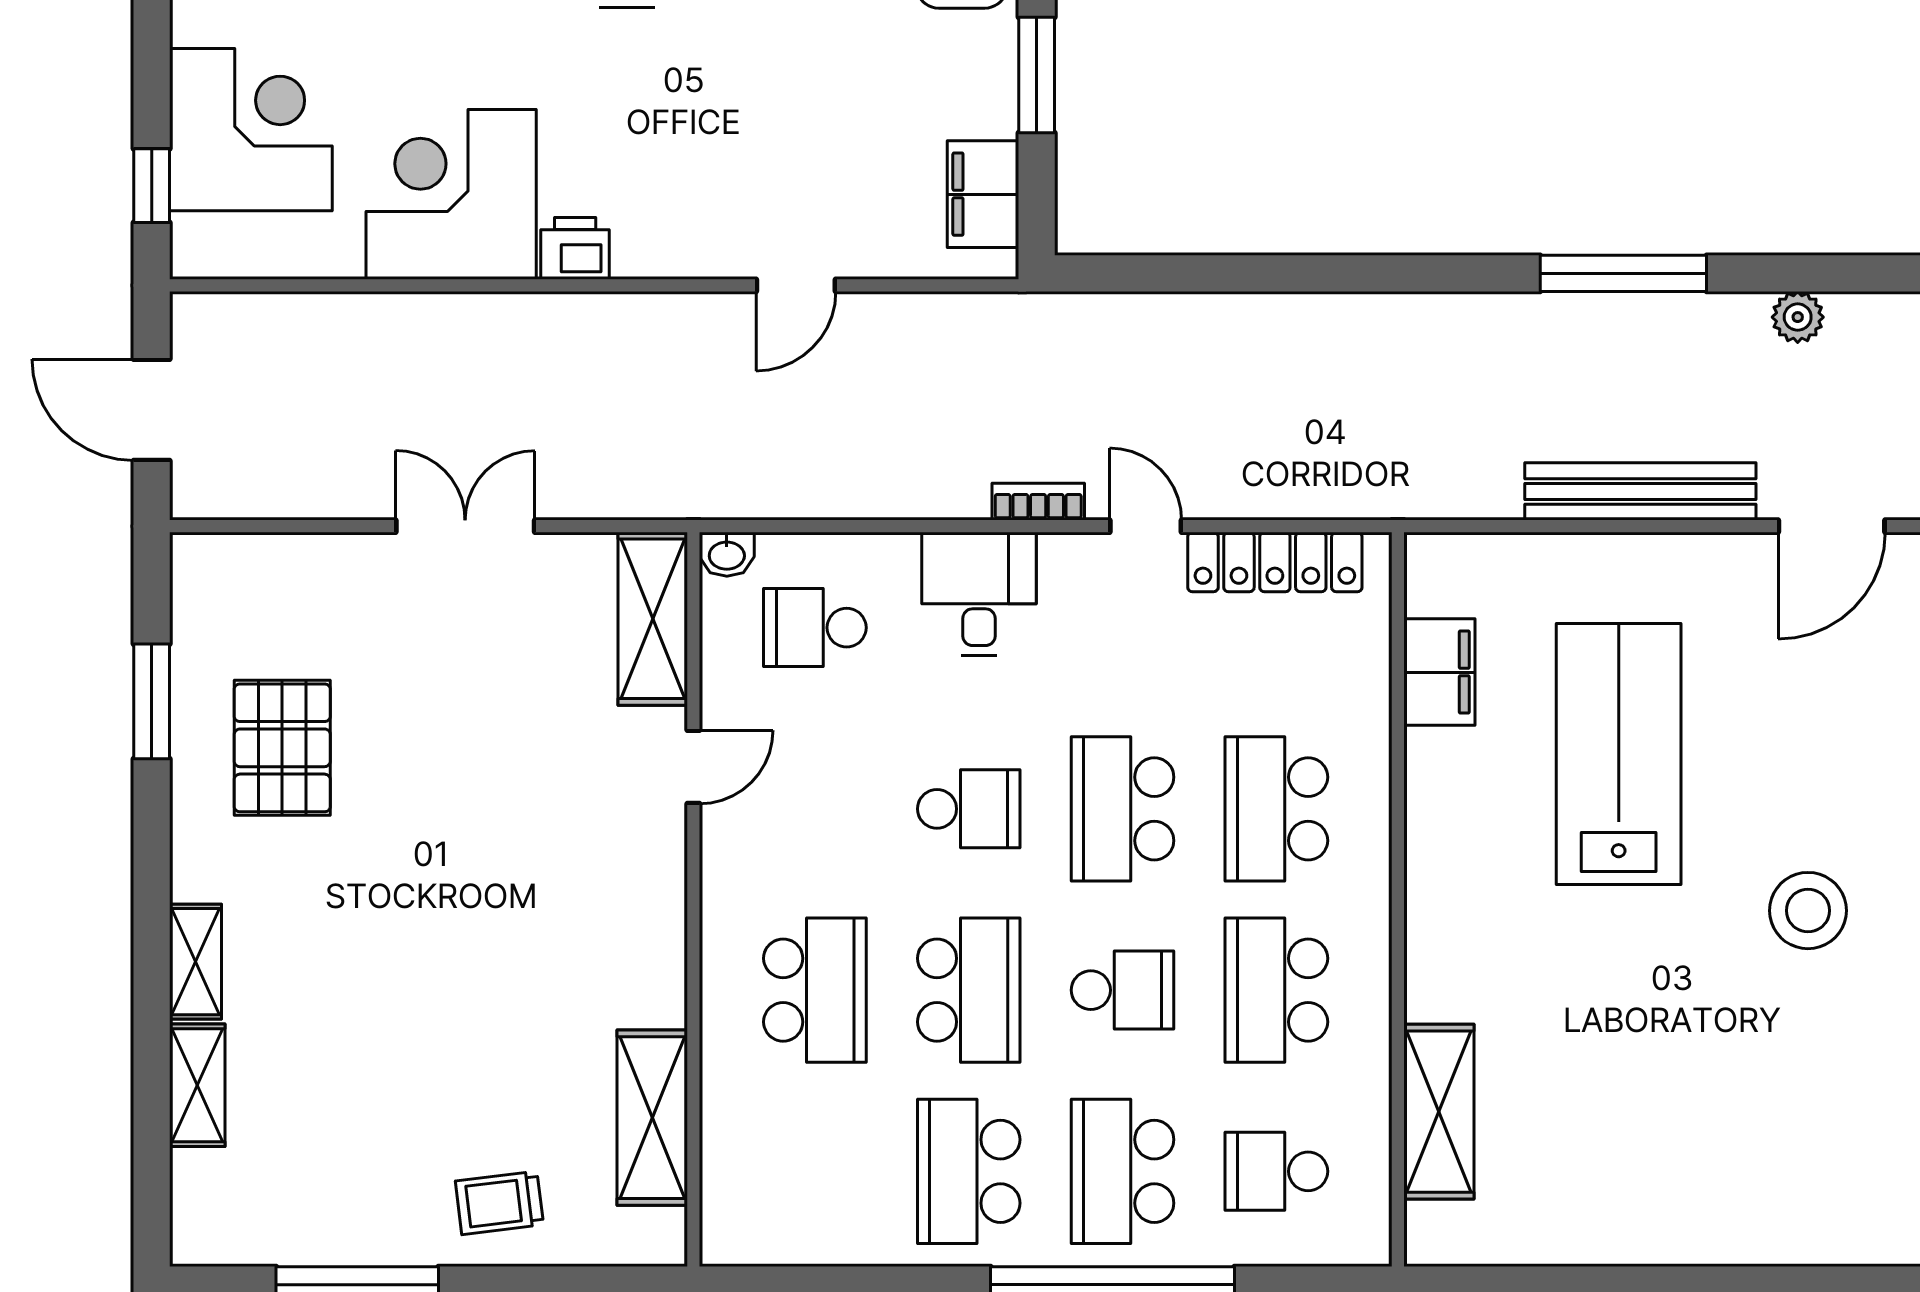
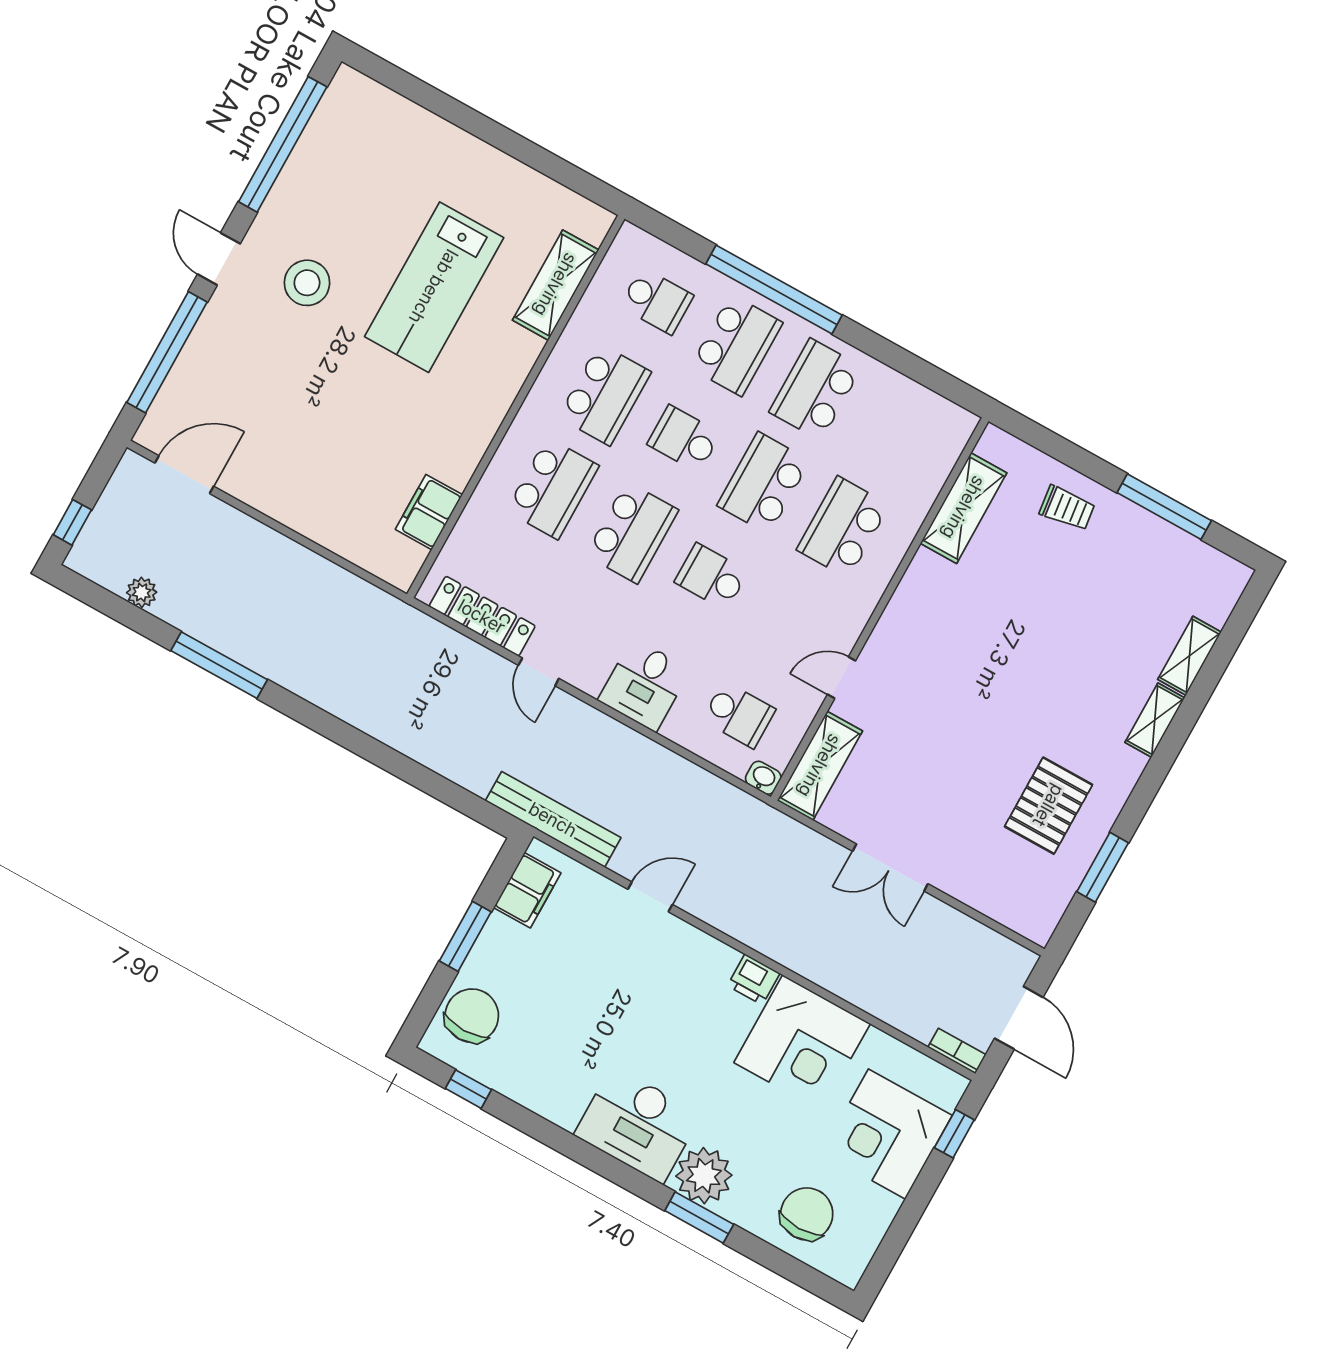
bench: (1640, 491) -> (553, 819), moved
bookcase: (1038, 502) -> (957, 1051), moved, turned 180
lab bench: (1619, 754) -> (434, 287), moved
school desk: (969, 1171) -> (816, 389), turned 180

